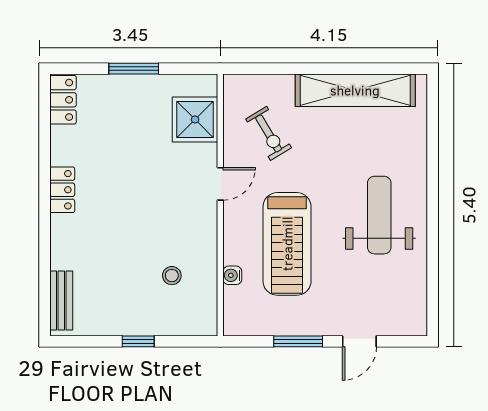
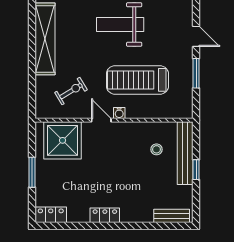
shower: (195, 119) -> (63, 140), width x1.37, depth x1.37
treadmill: (287, 244) -> (137, 80), turned 180
water cooler: (232, 275) -> (119, 113), moved
bench: (166, 323) -> (185, 153), added

